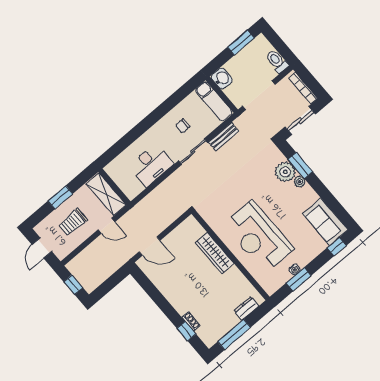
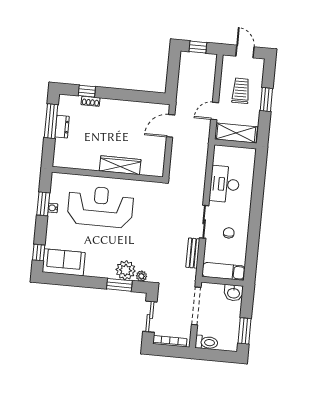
plant: (300, 182) -> (141, 276), moved
dresser: (246, 308) -> (62, 127), moved

